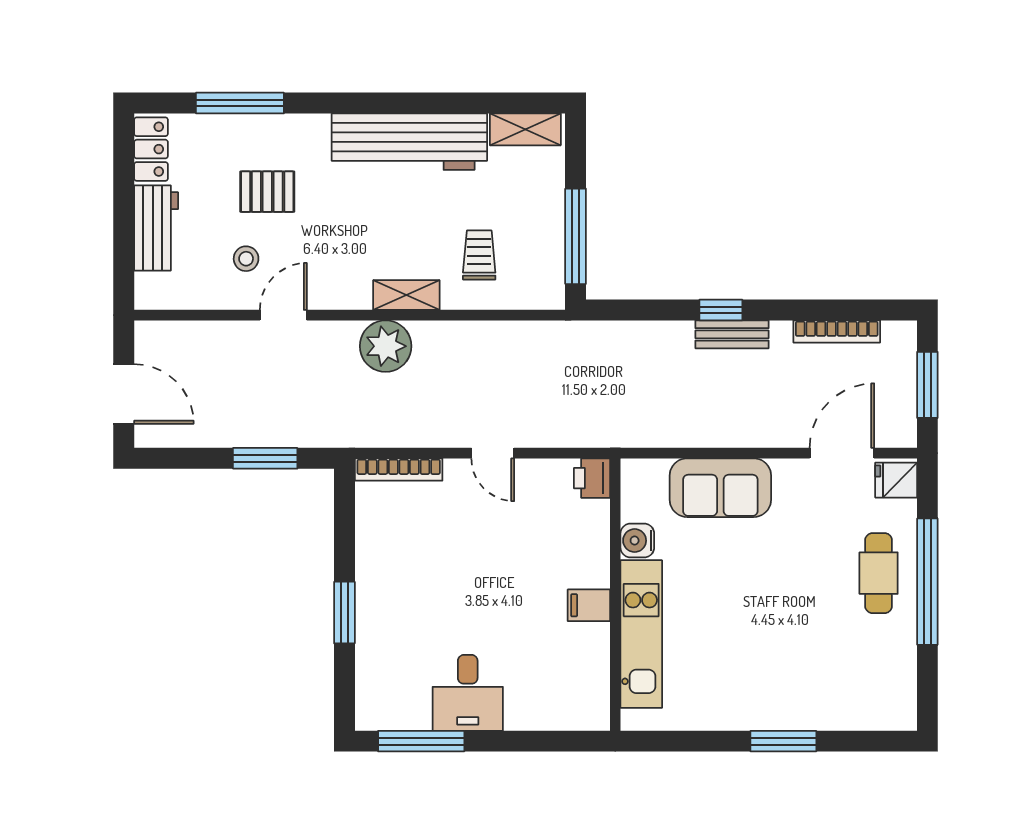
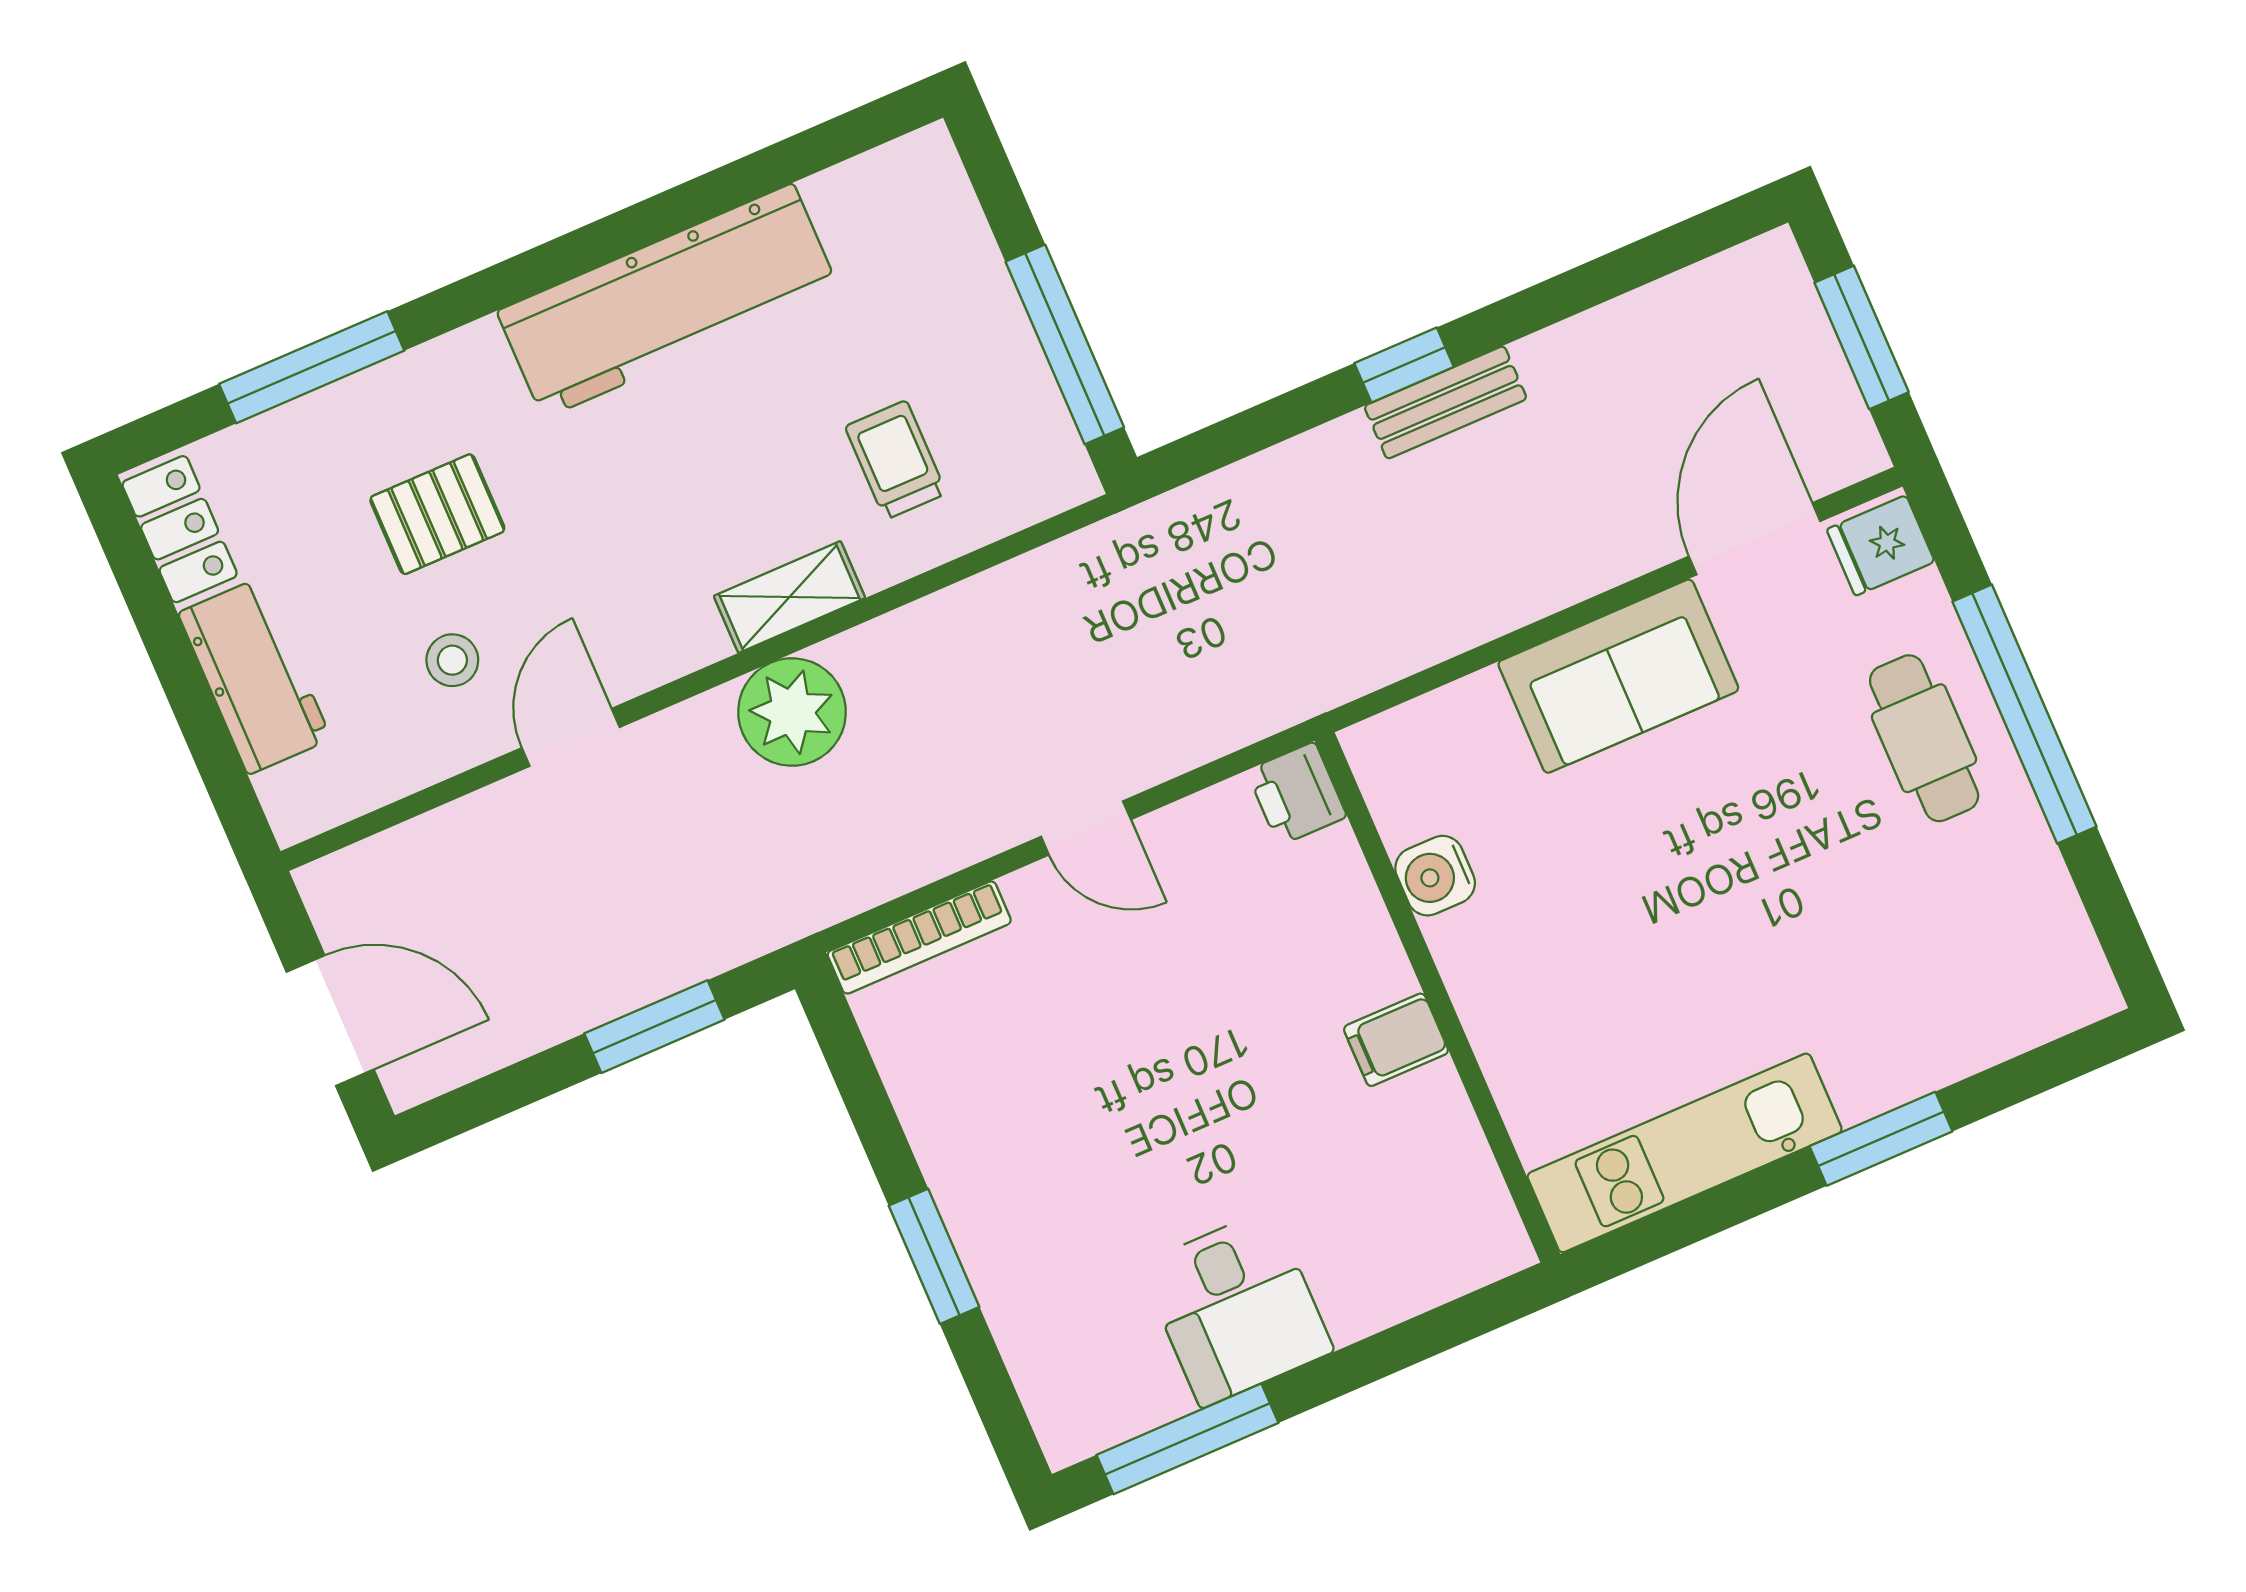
shelving: (525, 129) -> (880, 181), removed
bookcase: (837, 331) -> (1644, 310), removed
sofa: (720, 488) -> (1618, 676), moved
kitchen unit: (641, 634) -> (1685, 1153), moved, turned -90

